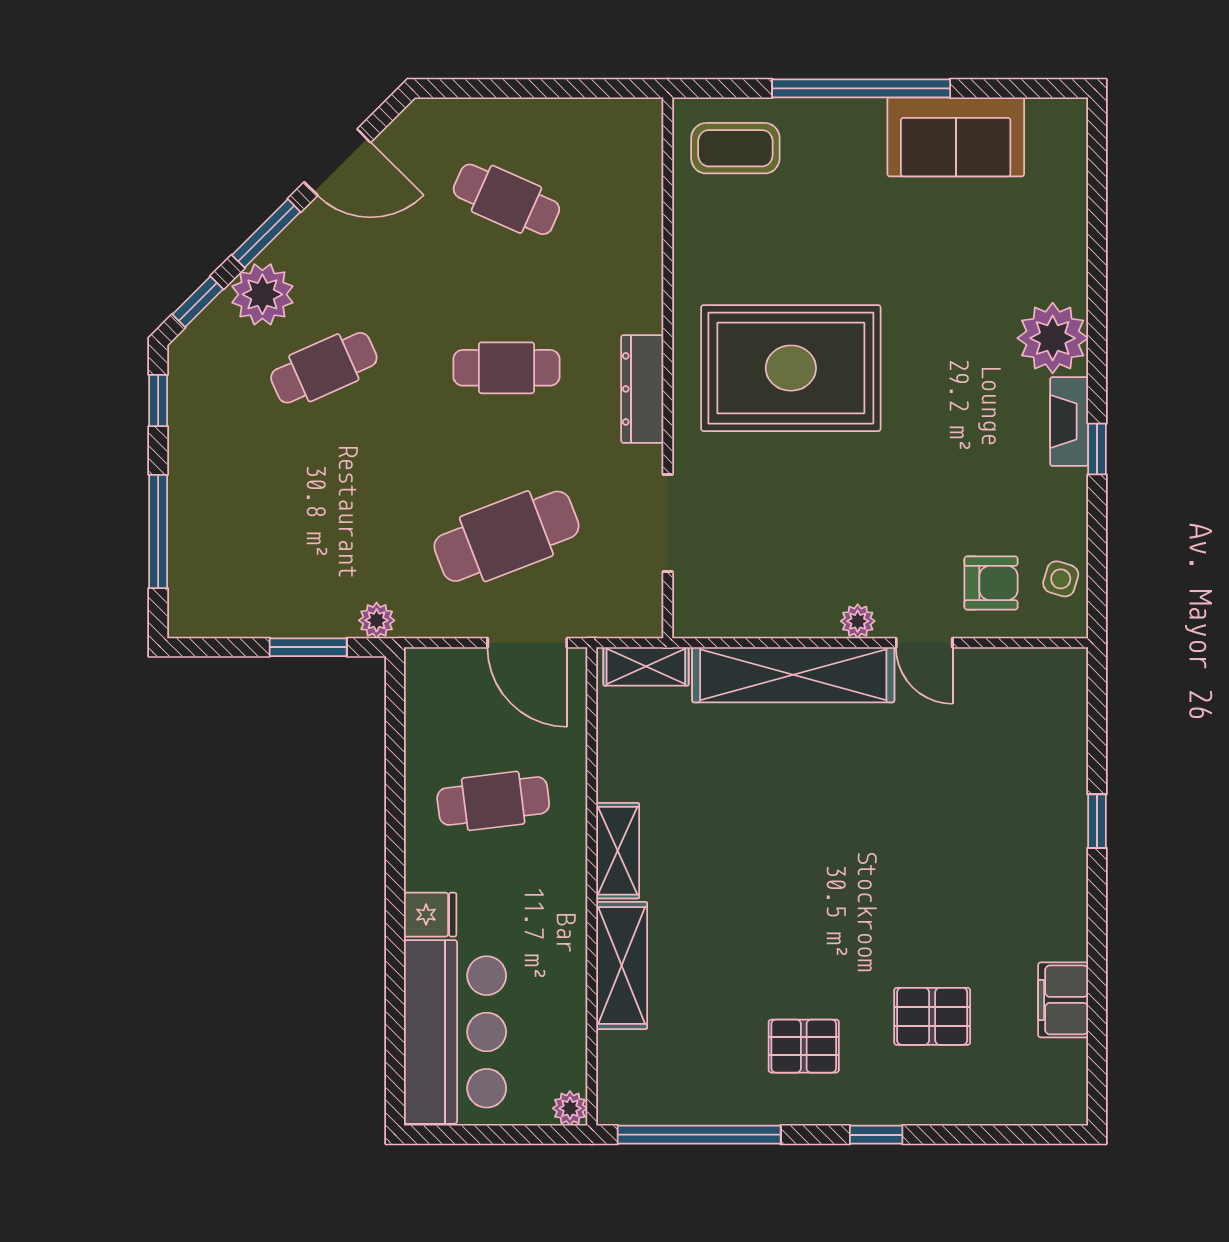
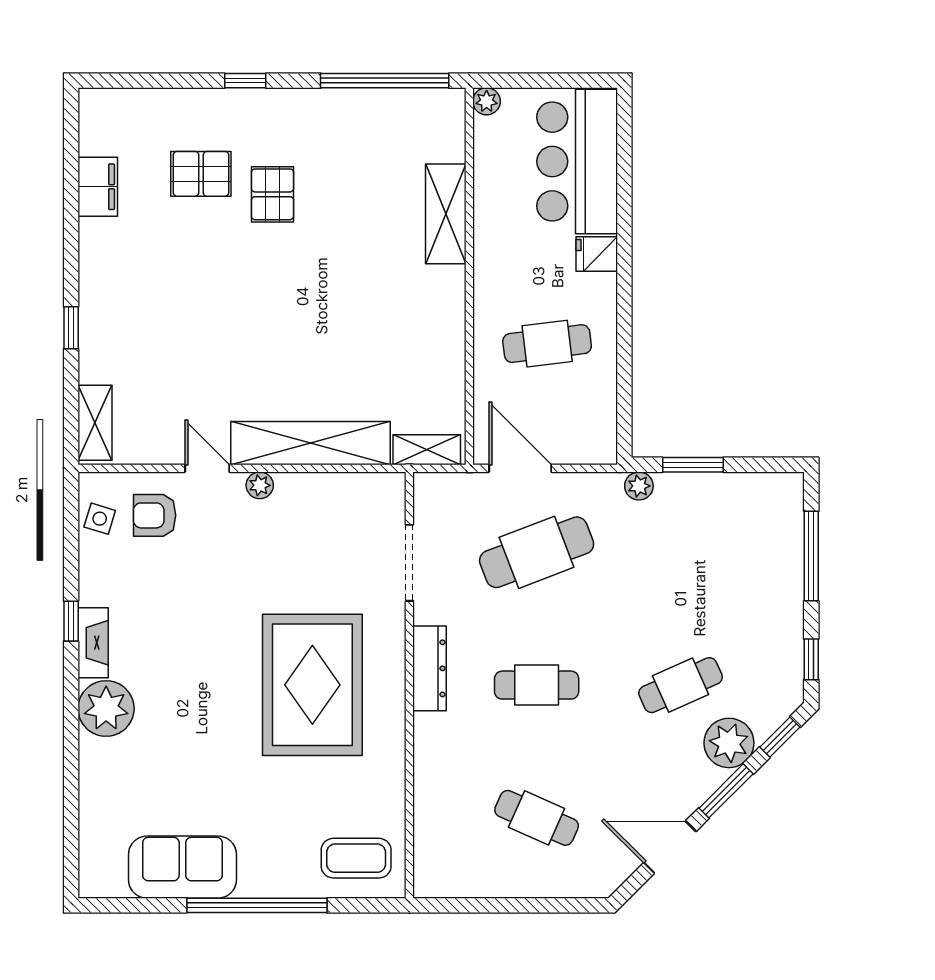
rug: (791, 368) -> (312, 685), turned 90
shelving: (618, 851) -> (95, 423), moved
pallet: (804, 1046) -> (272, 194), moved, turned 90

